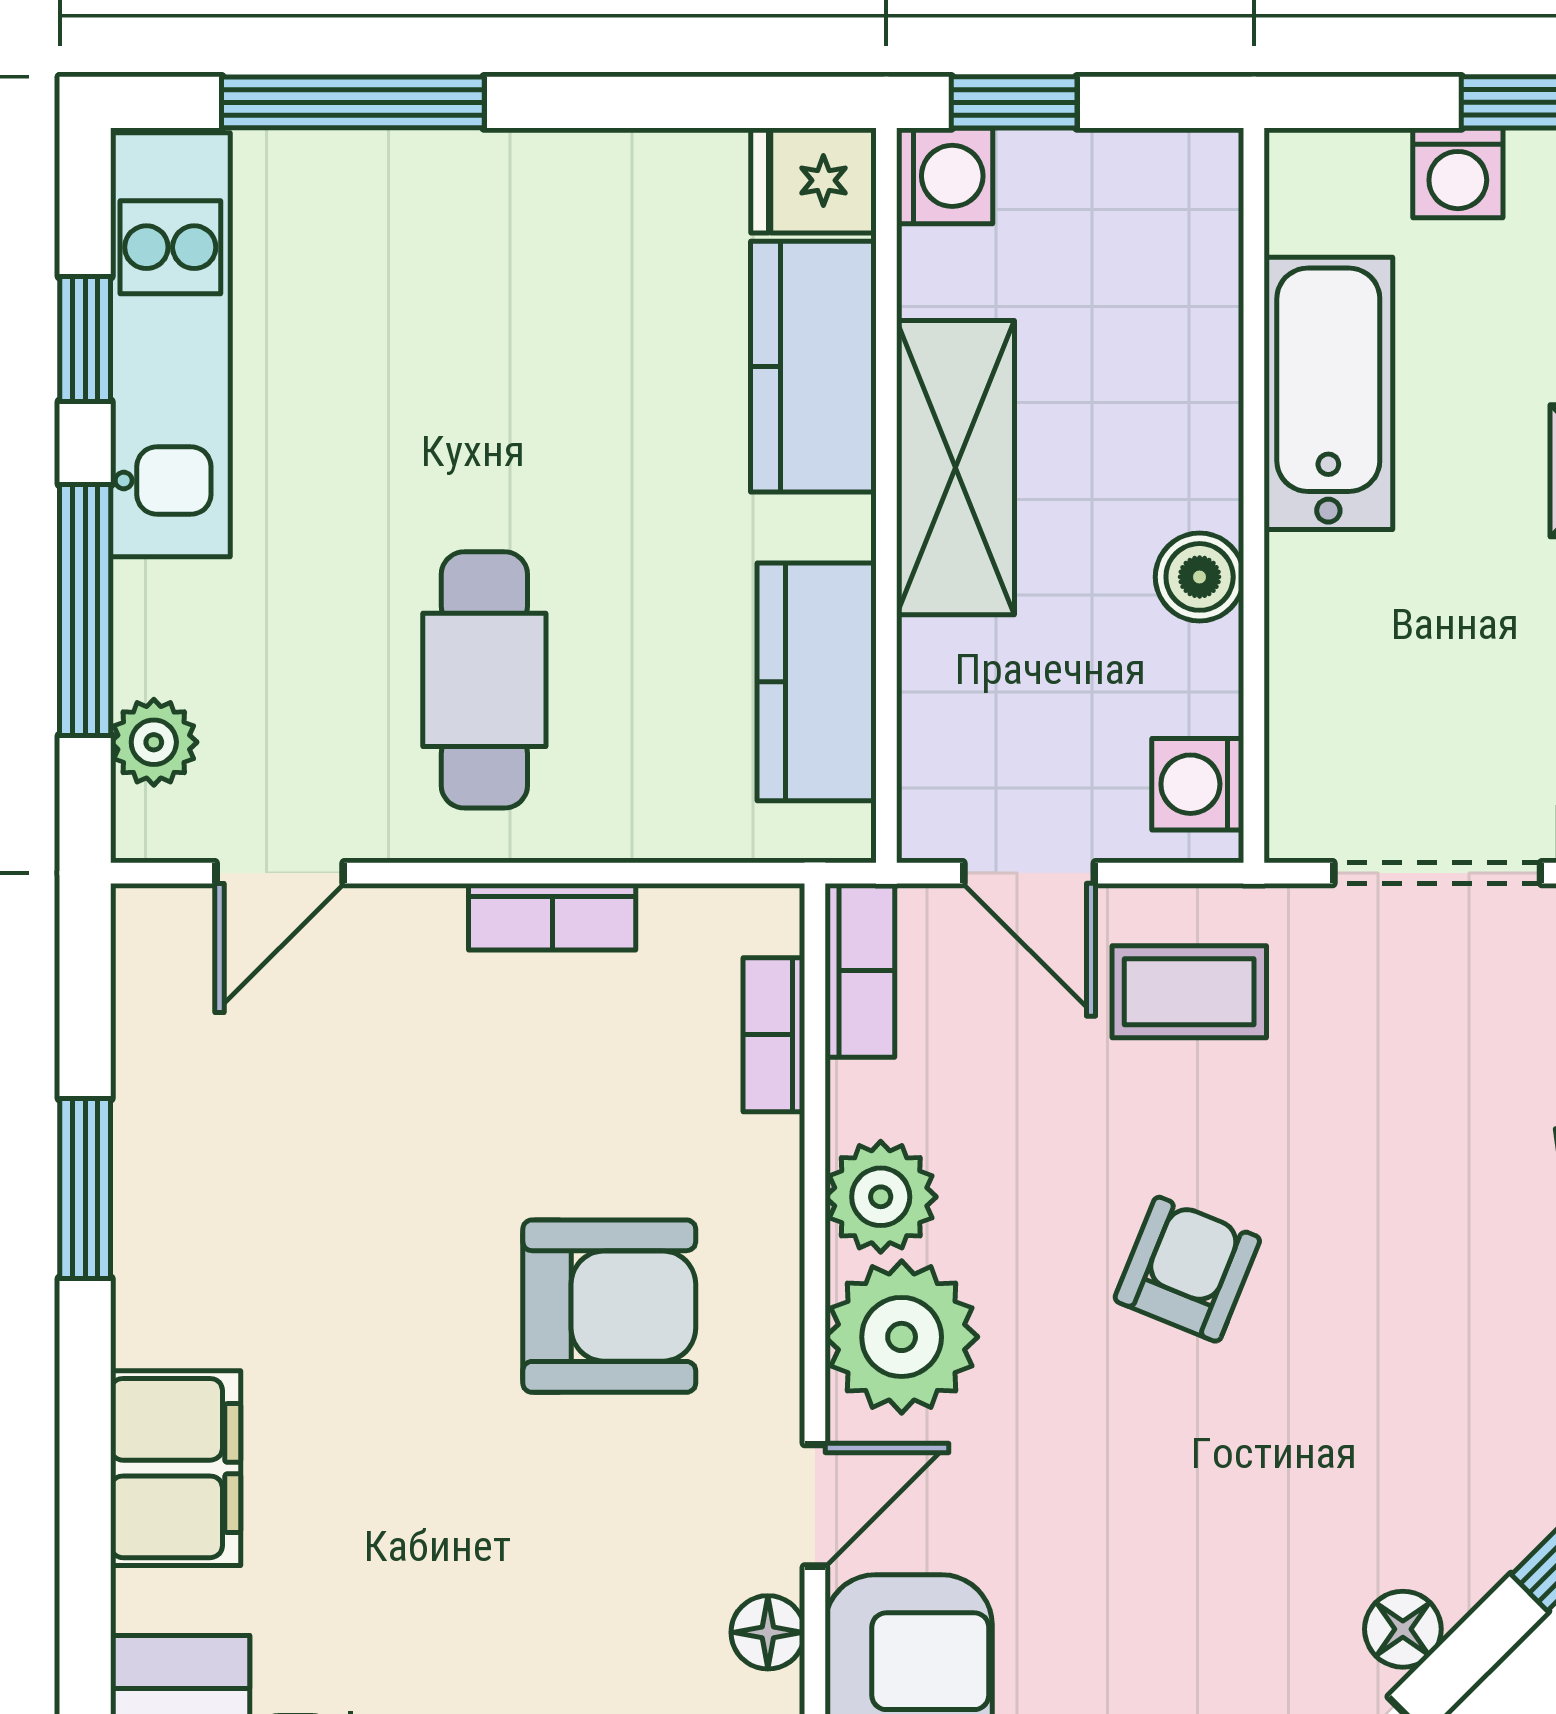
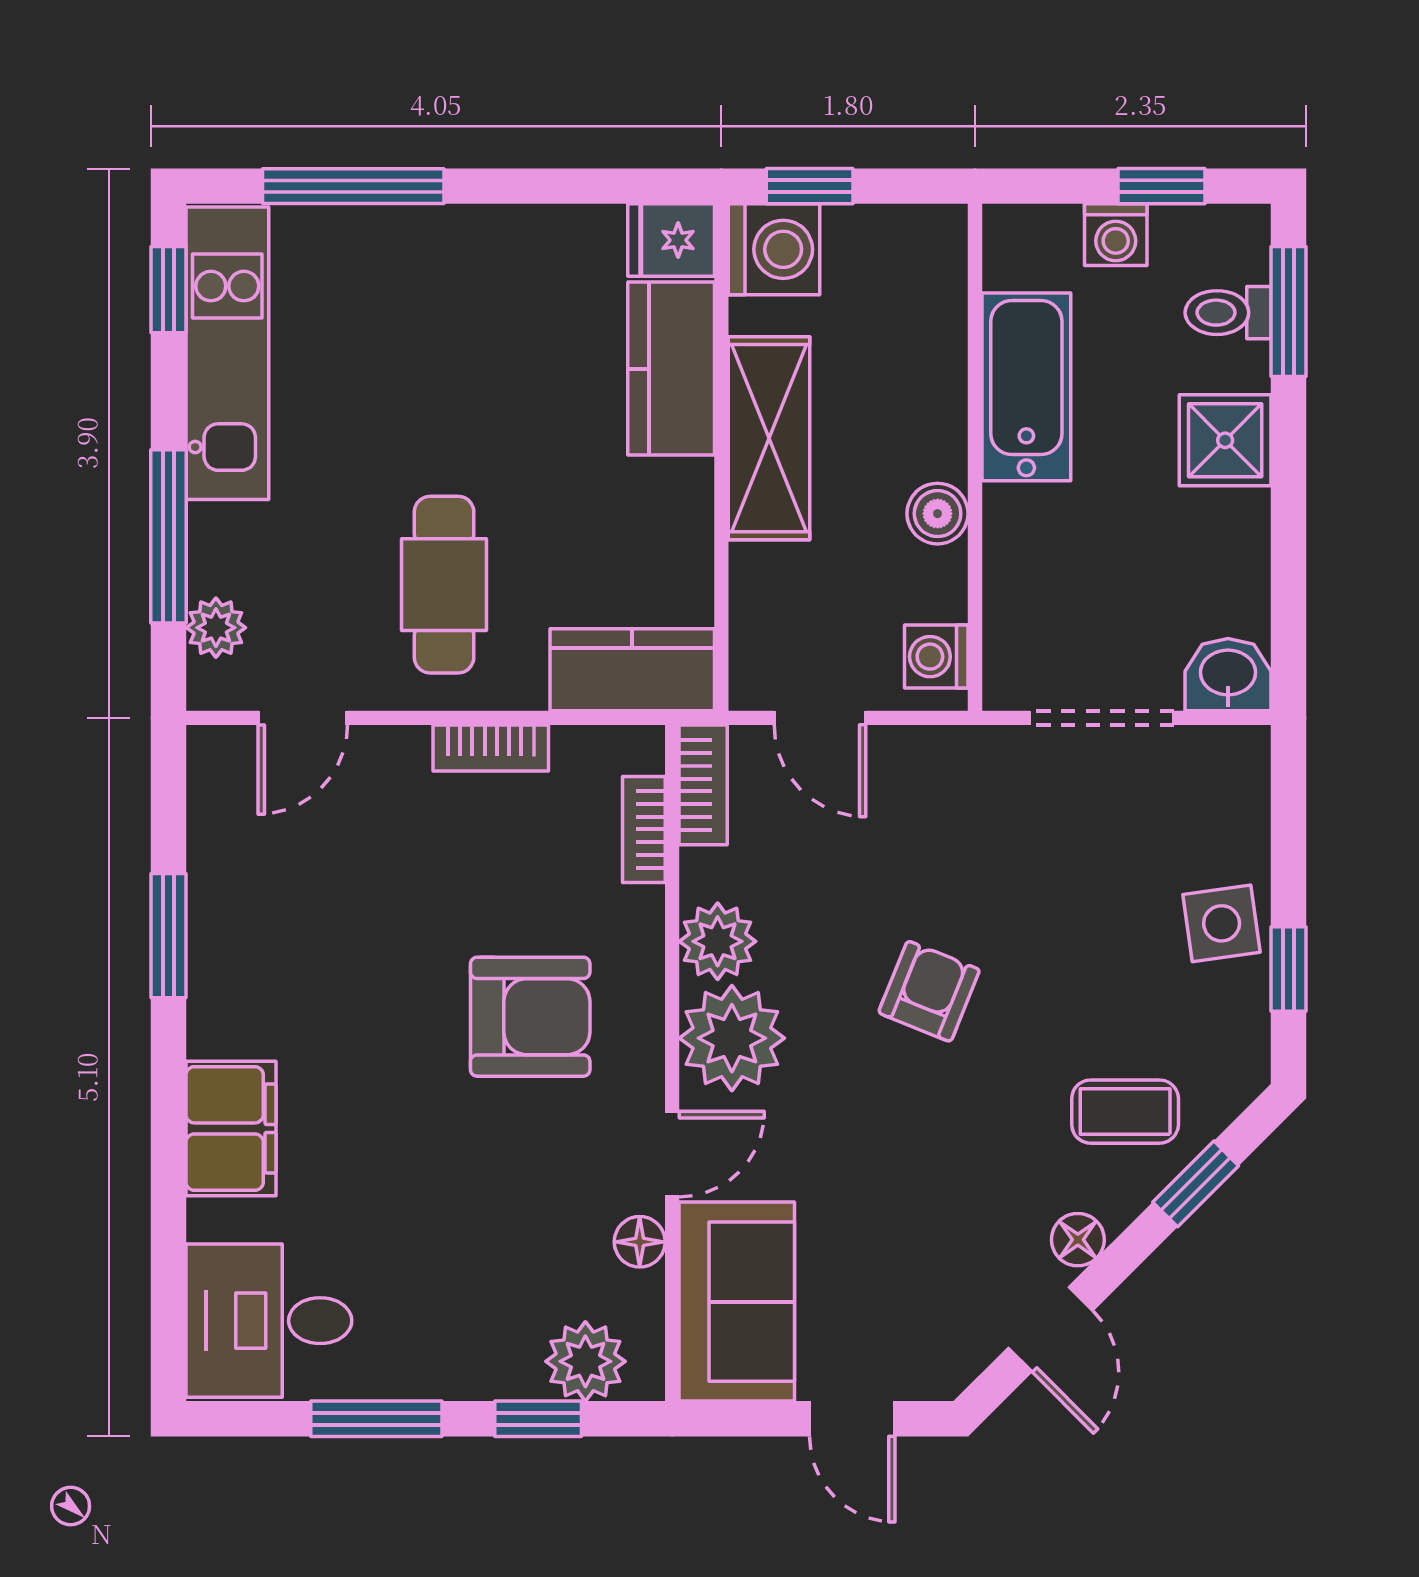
washing machine: (945, 176) -> (774, 249), width x1.38, depth x1.38
window: (85, 339) -> (168, 290), moved
kitchen counter: (817, 682) -> (632, 670), moved, turned 90
coffee table: (1189, 992) -> (1125, 1112), moved

